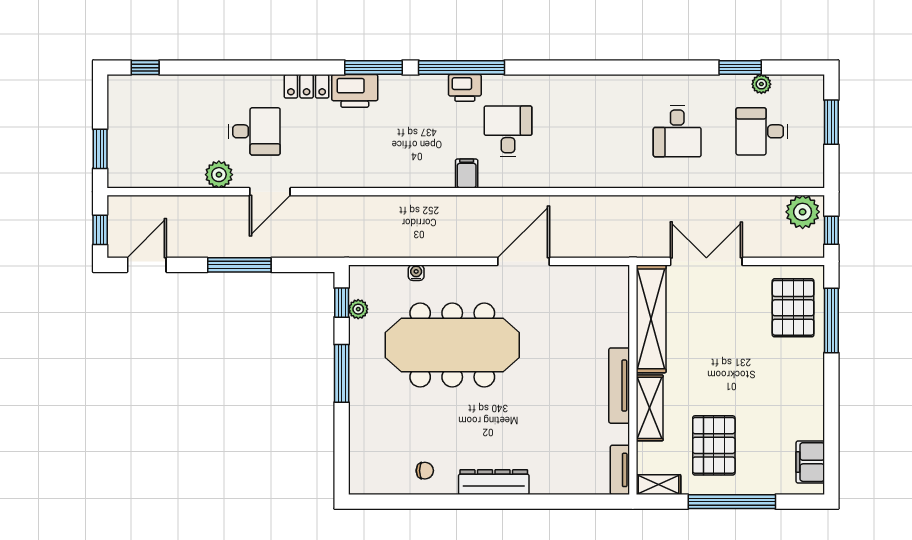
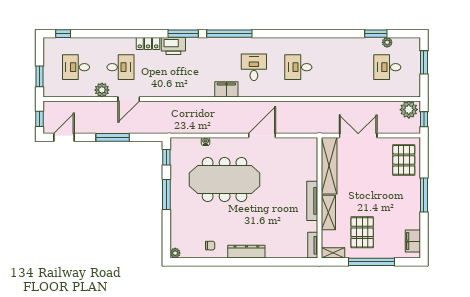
printer: (465, 88) -> (231, 44), removed
desk: (170, 131) -> (76, 67), added
desk: (677, 131) -> (298, 67), moved, turned 90
filing cabinet: (467, 174) -> (226, 89), width x2.00
plant: (358, 309) -> (175, 253), moved
window: (831, 320) -> (424, 195), moved

